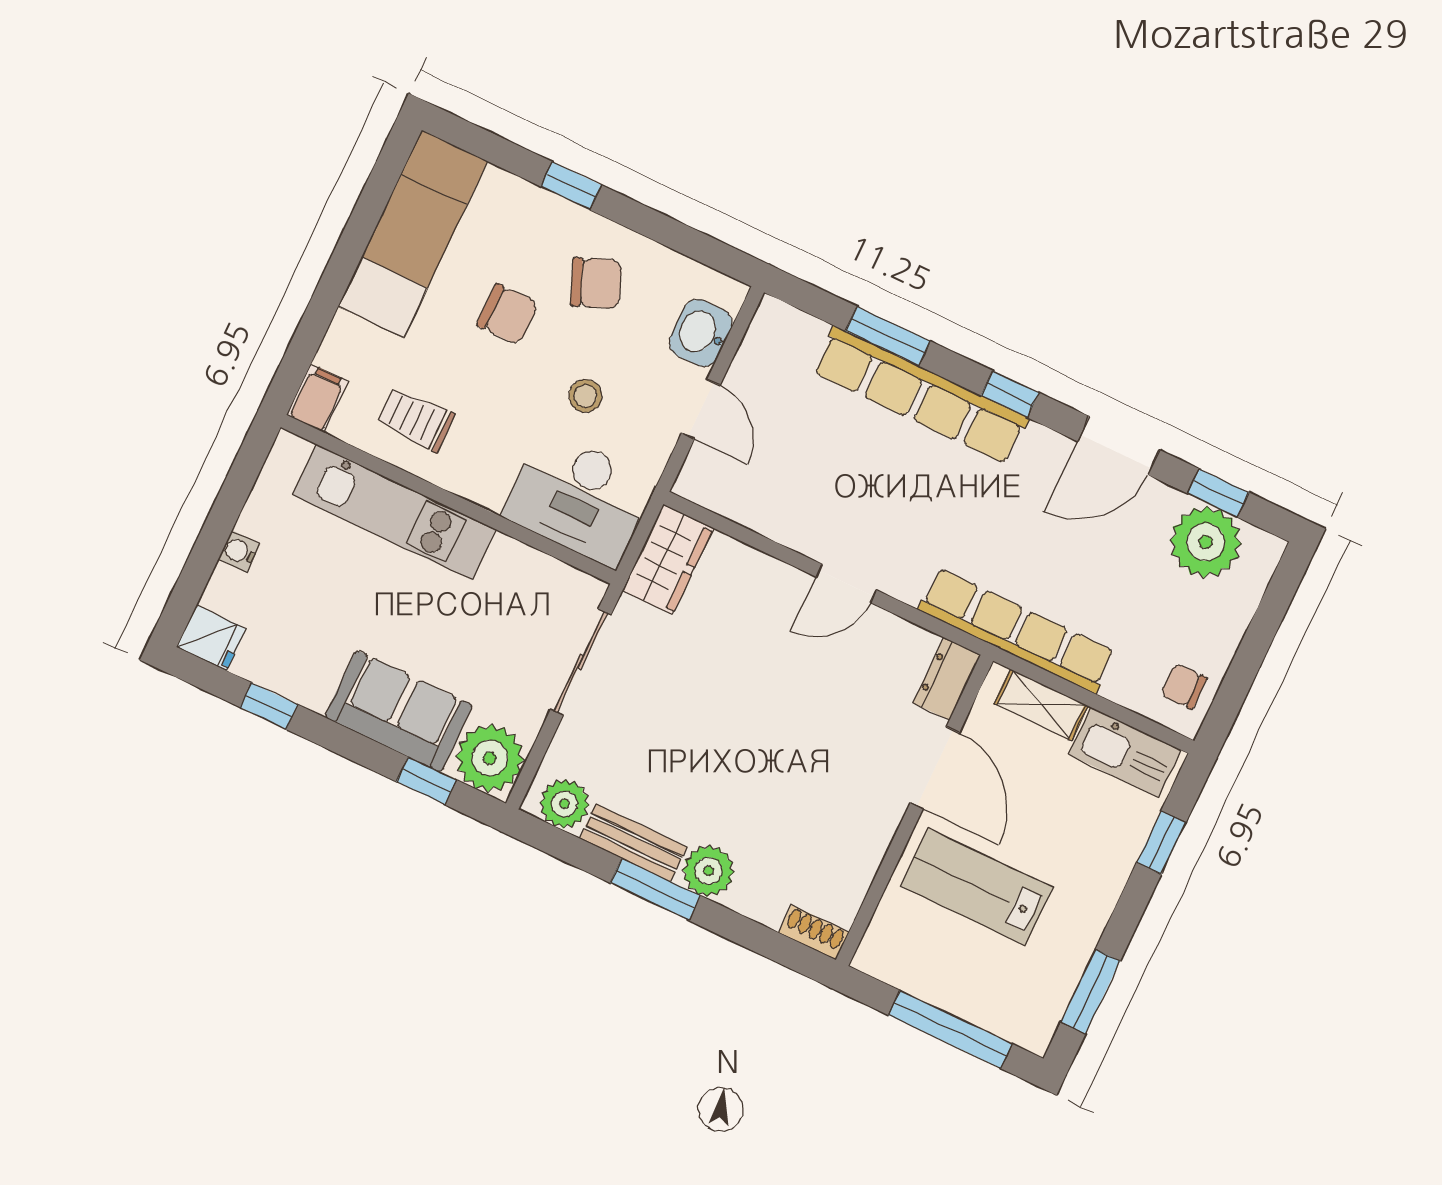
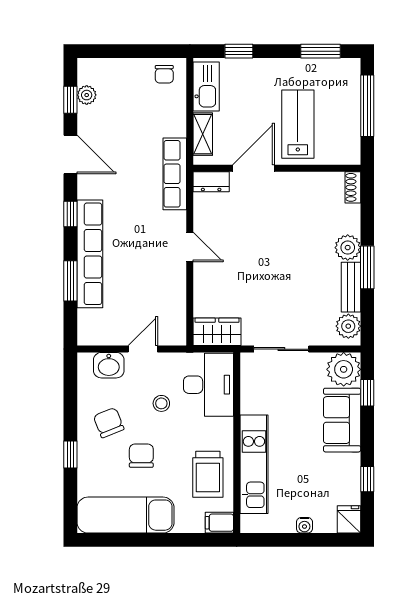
trolley: (416, 419) -> (208, 474), width x1.36, depth x1.39
plant: (1206, 542) -> (87, 95), width x0.53, depth x0.53
row of seats: (1017, 631) -> (175, 174), width x0.73
lab bench: (977, 887) -> (298, 124), turned 180

